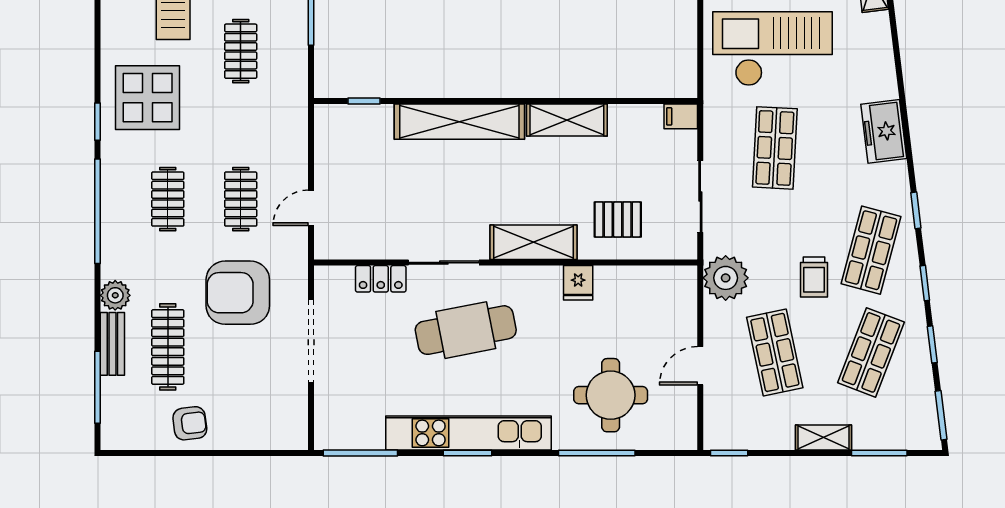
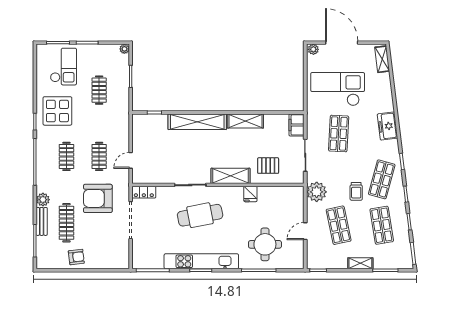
filing cabinet: (681, 116) -> (296, 125), width x2.00
locker: (381, 279) -> (144, 192), moved
shop shelf: (871, 352) -> (382, 225), turned -30

